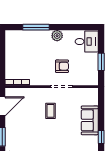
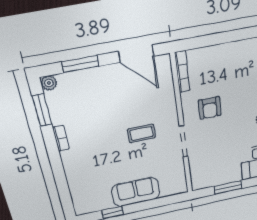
armchair: (62, 66) -> (210, 108), moved

